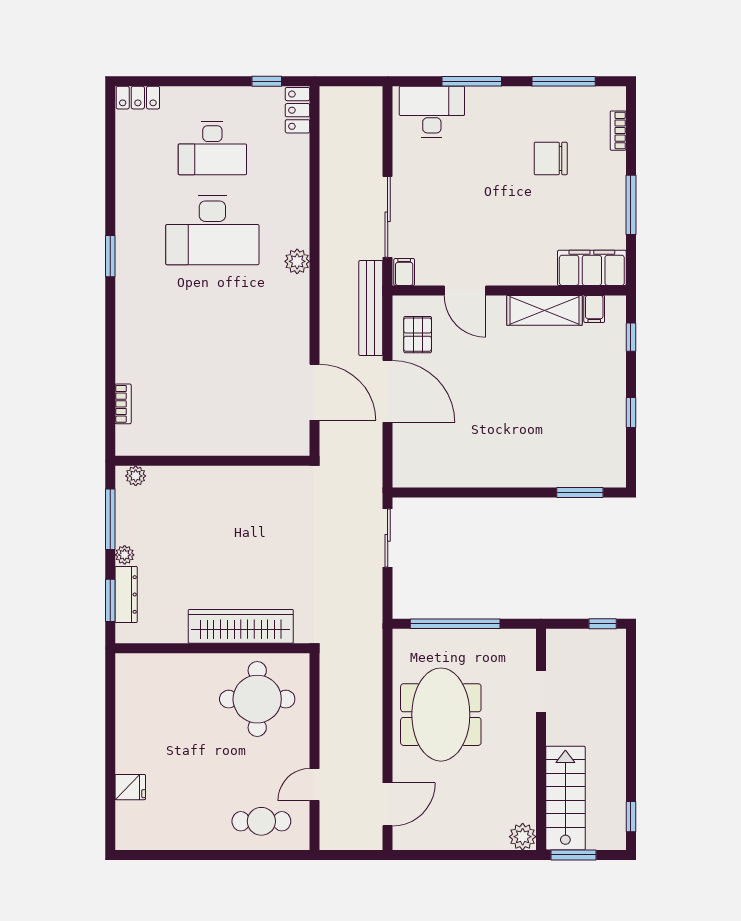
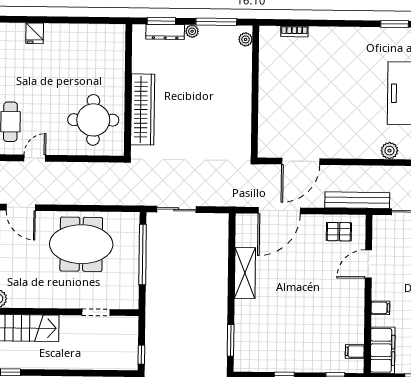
filing cabinet: (404, 272) -> (380, 308), moved
shelving: (544, 310) -> (245, 273), moved
door: (388, 391) -> (279, 211), moved
sliding door: (388, 538) -> (176, 209), moved
door: (315, 785) -> (35, 158), hinge flipped

